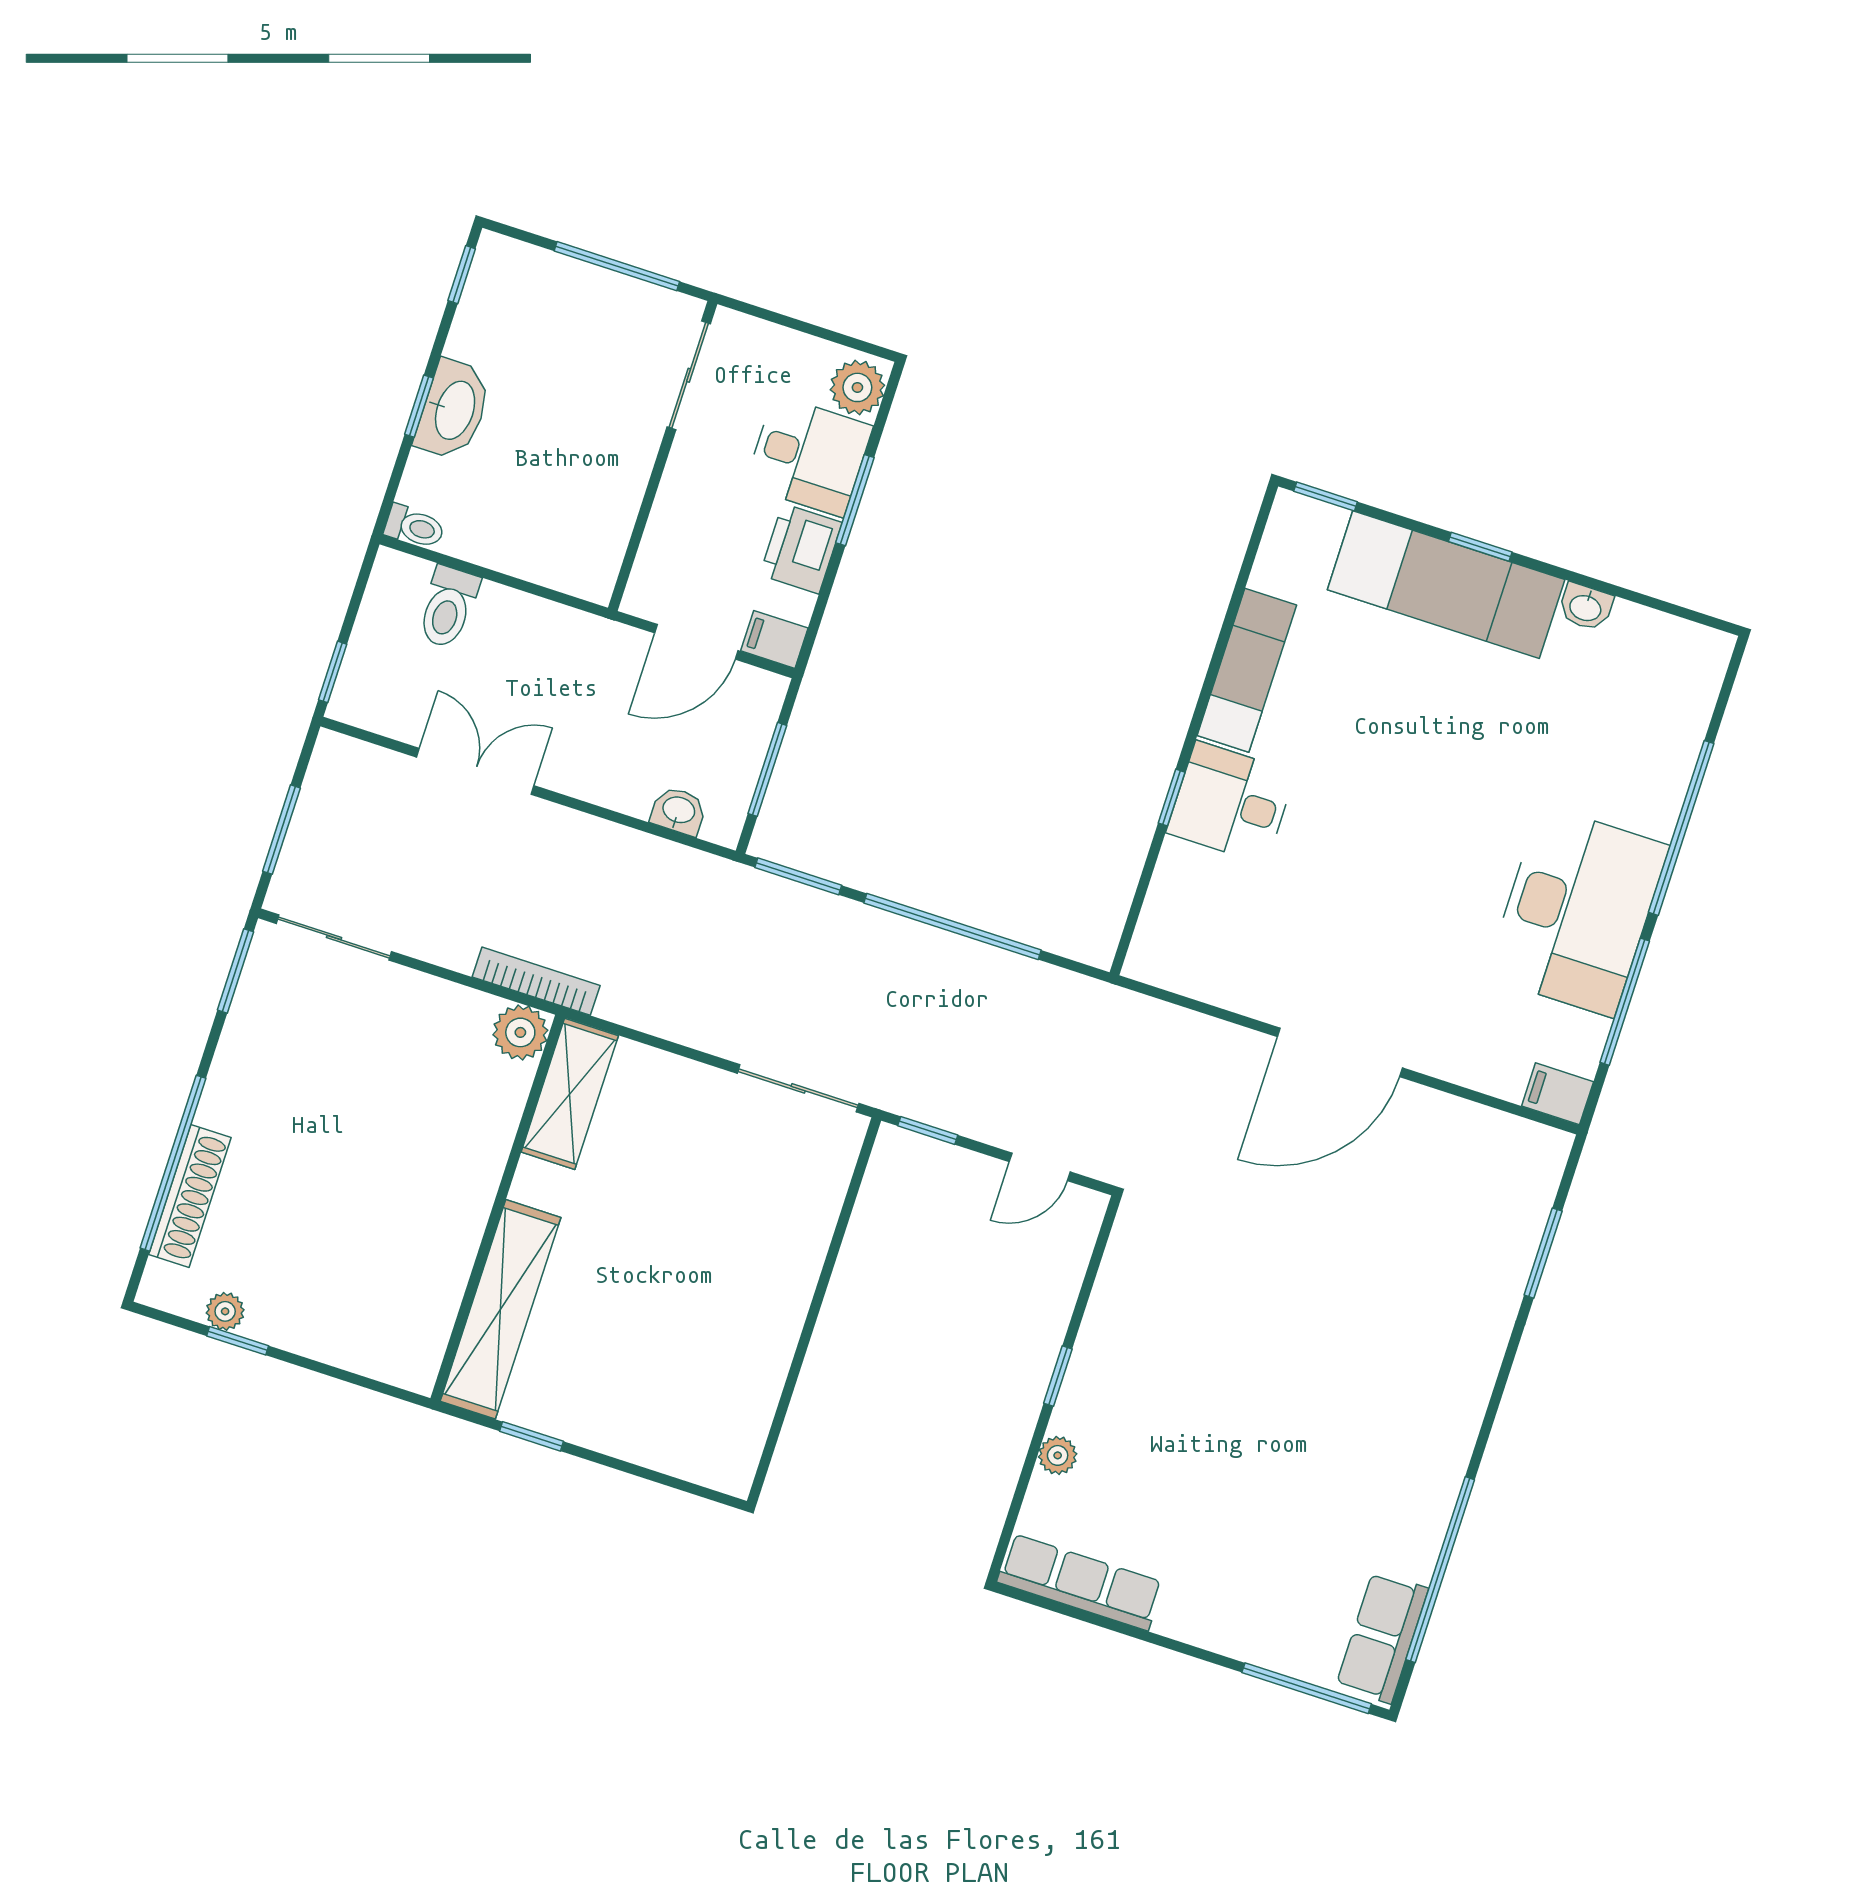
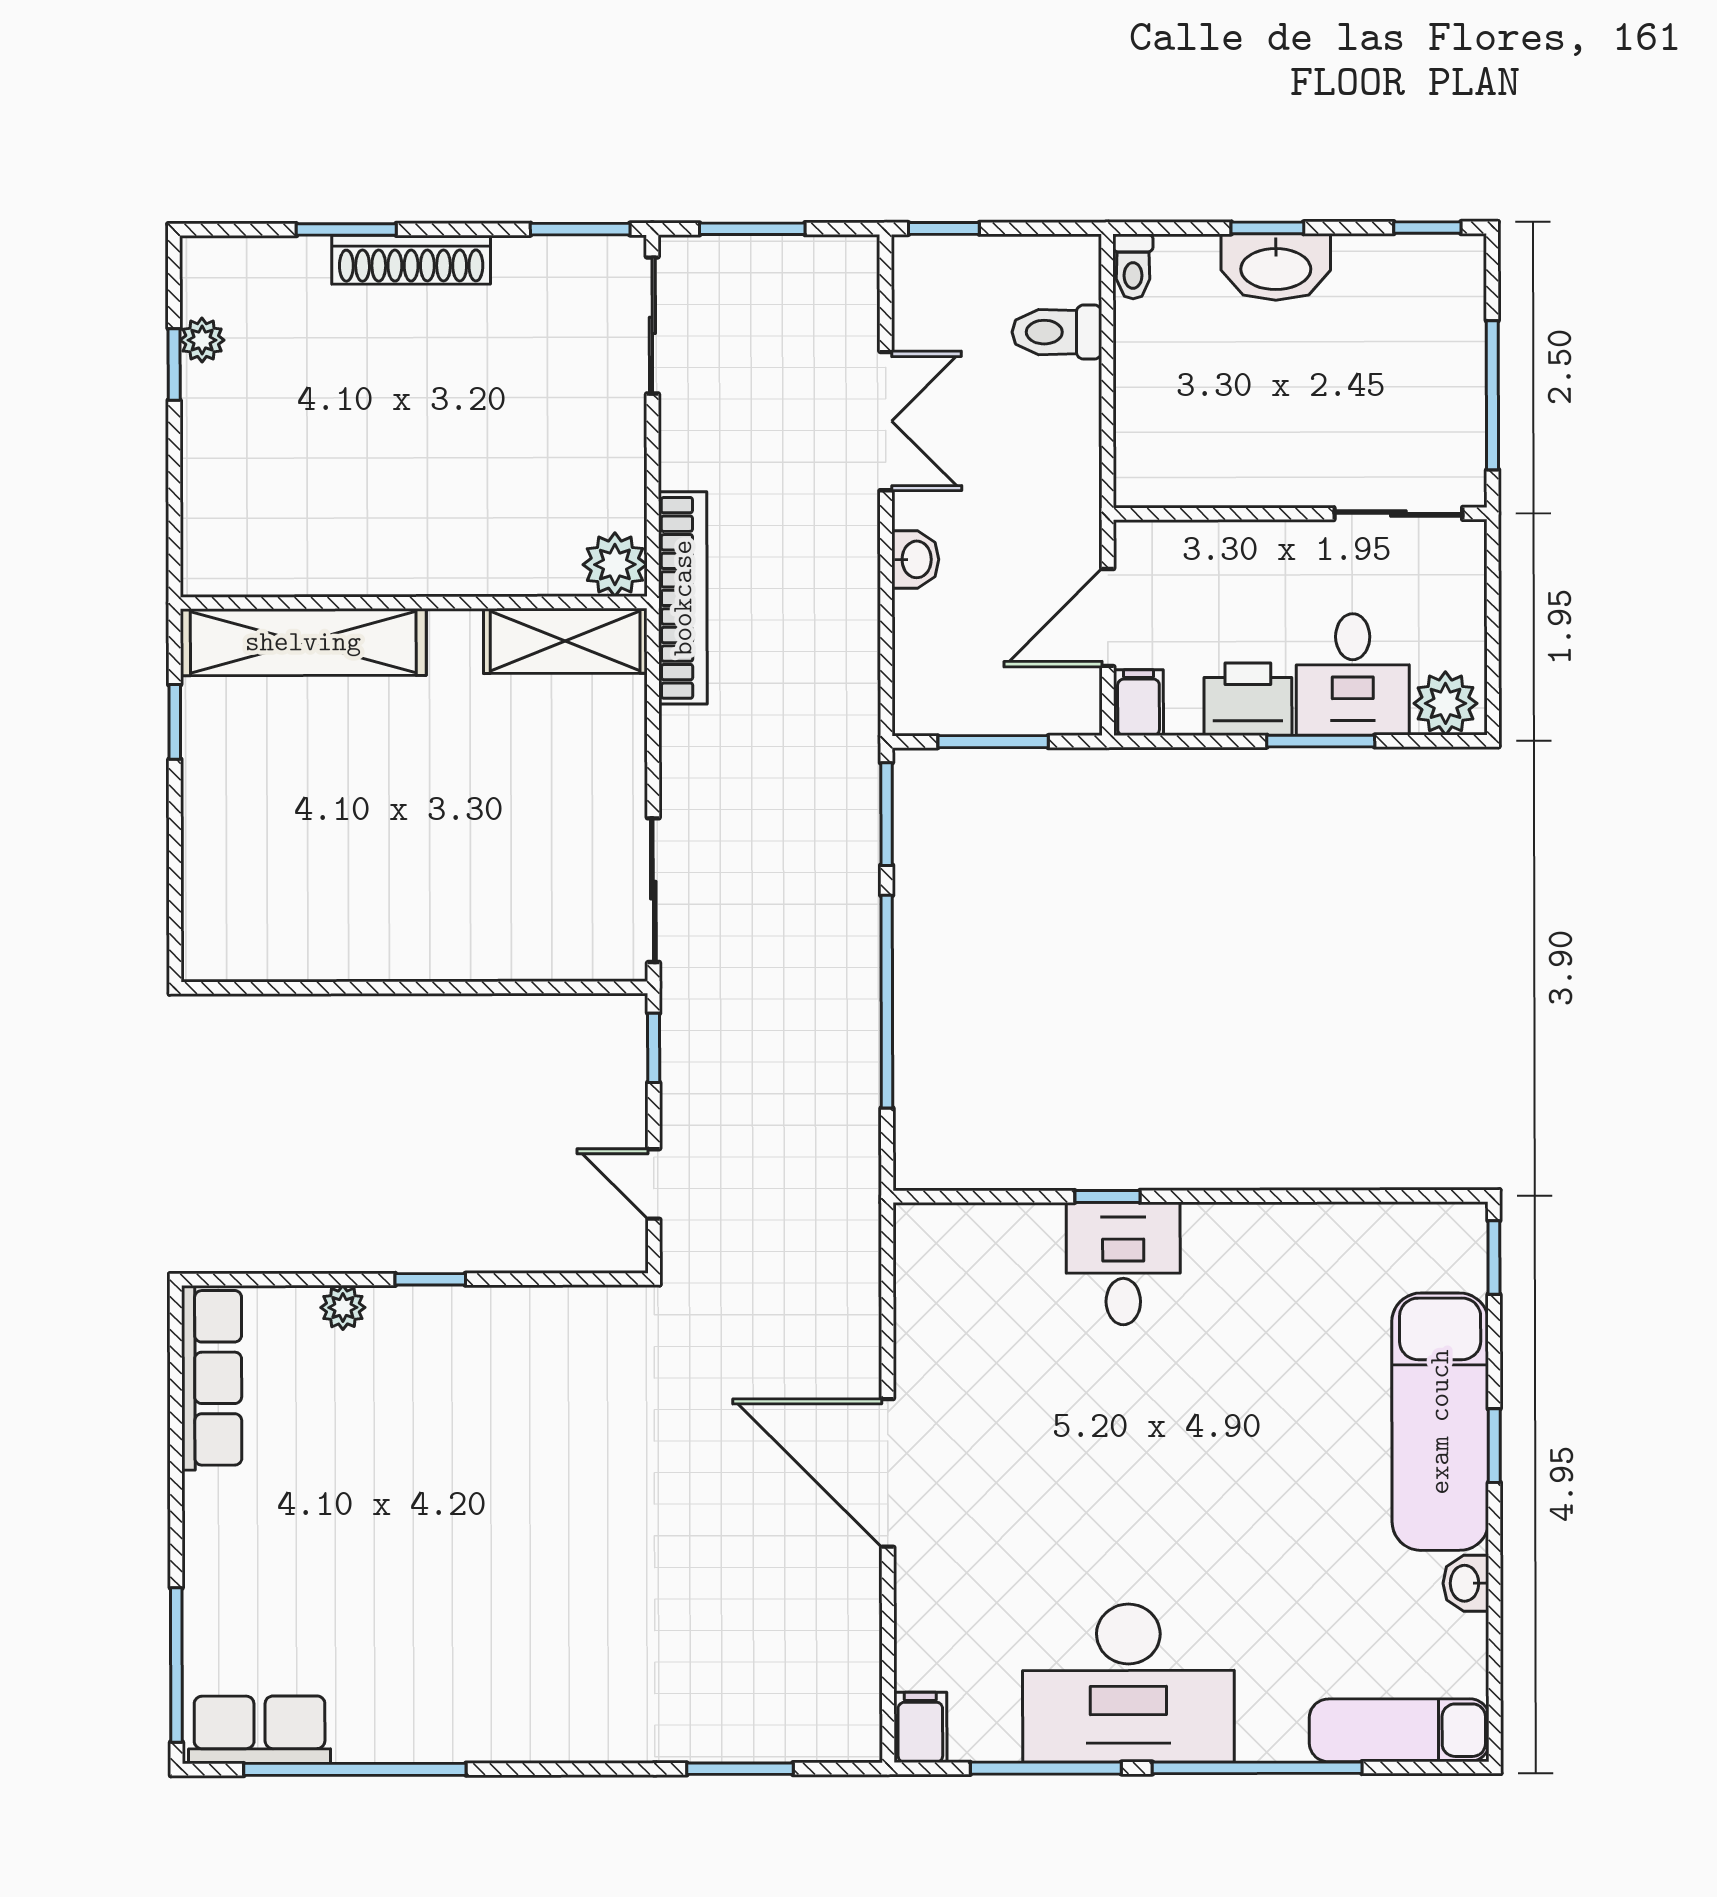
door: (696, 642) -> (1108, 618), hinge flipped
exam couch: (1247, 670) -> (1399, 1730), moved, turned 180
washbasin: (678, 811) -> (915, 559), moved
bookcase: (536, 981) -> (683, 598), width x1.48, depth x1.31
window: (173, 1163) -> (346, 229), width x0.47
shoe rack: (190, 1196) -> (411, 260), moved

